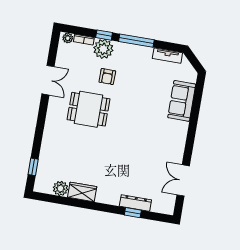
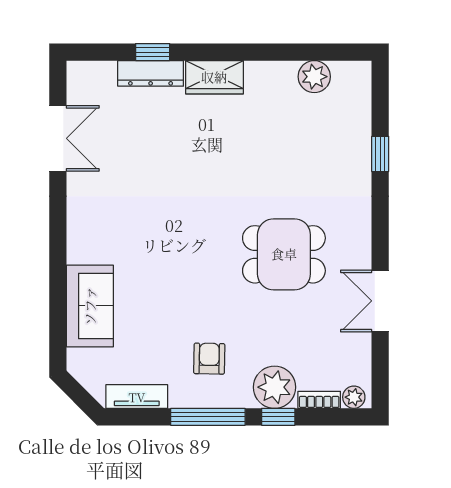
armchair: (107, 77) -> (209, 359), moved
window: (33, 167) -> (380, 154), moved
wardrobe: (82, 192) -> (214, 77), moved

